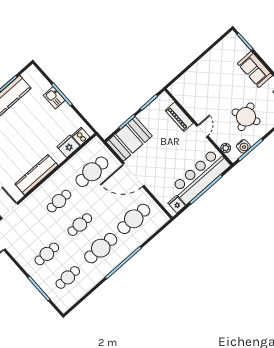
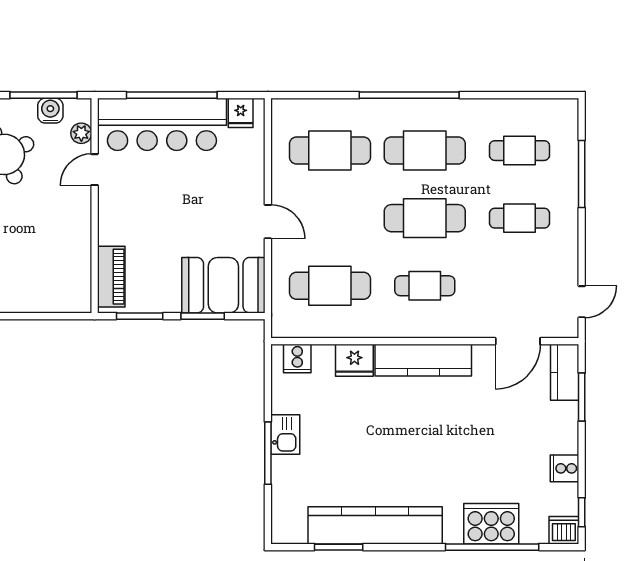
kitchen sink: (54, 98) -> (285, 434), moved
piano: (179, 117) -> (111, 277), moved
door: (202, 131) -> (95, 170), moved
fridge: (68, 146) -> (354, 360), moved
door: (133, 175) -> (268, 222), width x0.53
cafe table: (80, 225) -> (425, 218), width x1.37, depth x1.35

